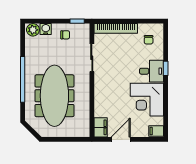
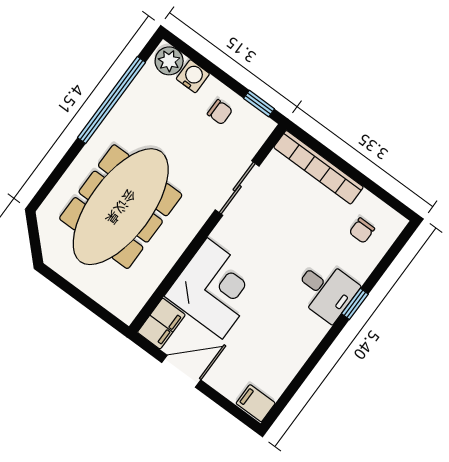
window: (23, 79) -> (111, 100), moved
corner desk: (147, 100) -> (215, 288), moved, turned 180

